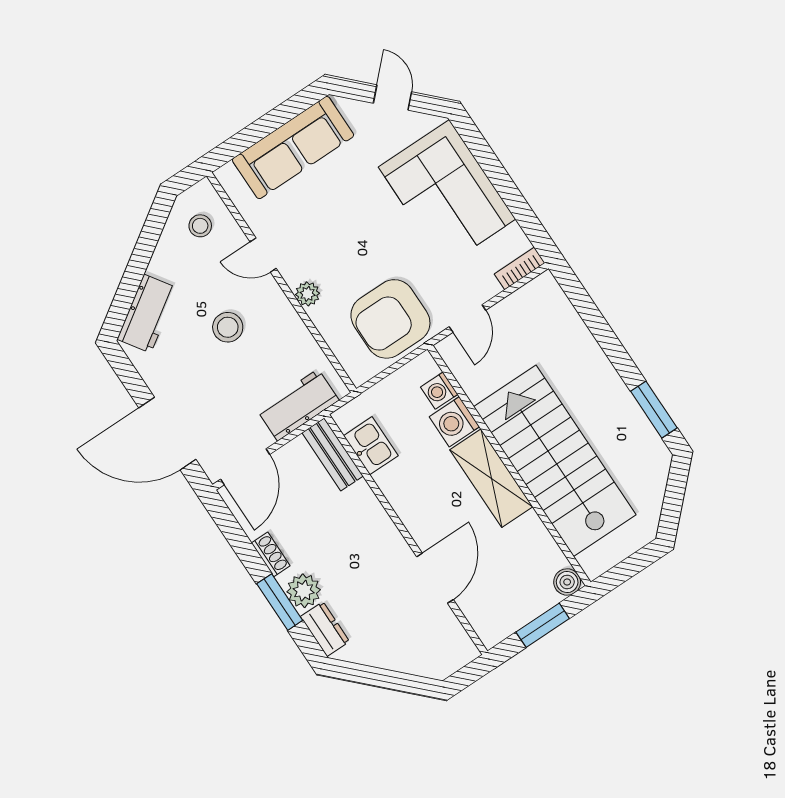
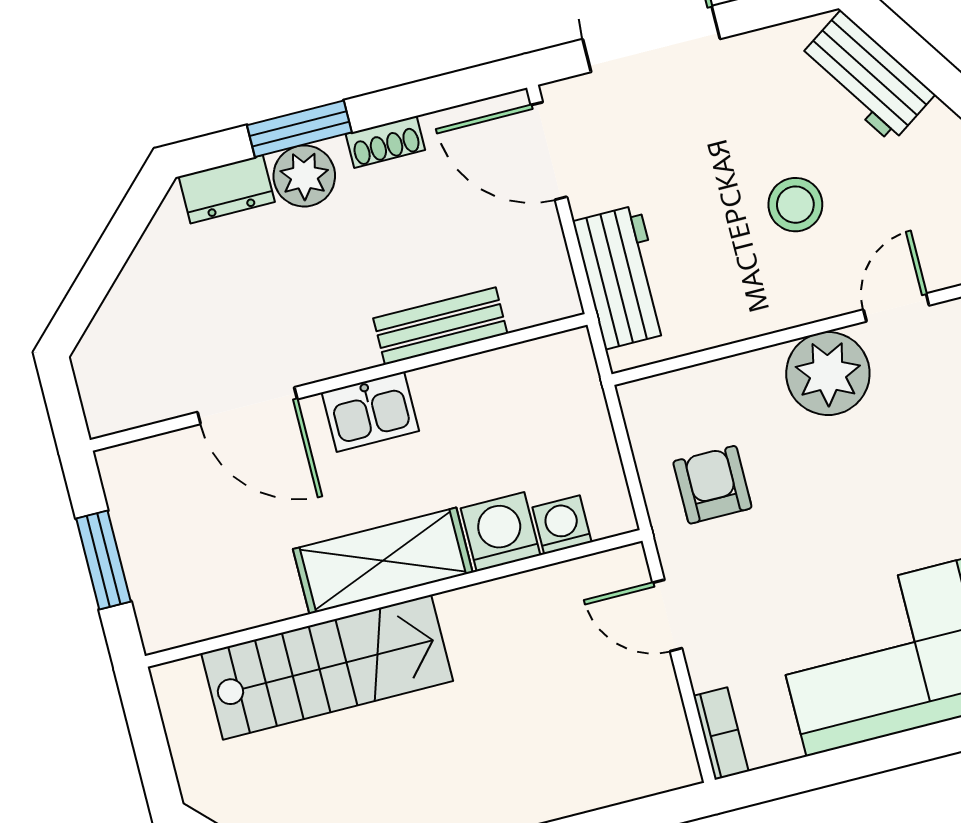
plant: (308, 294) -> (828, 374), width x1.87, depth x1.87
armchair: (390, 319) -> (712, 485), width x0.53, depth x0.53
kitchen sink: (371, 446) -> (370, 412), moved
bench: (333, 454) -> (440, 326), moved
stairs: (555, 461) -> (327, 667), width x0.73, depth x0.66
boiler: (567, 582) -> (162, 627), removed

